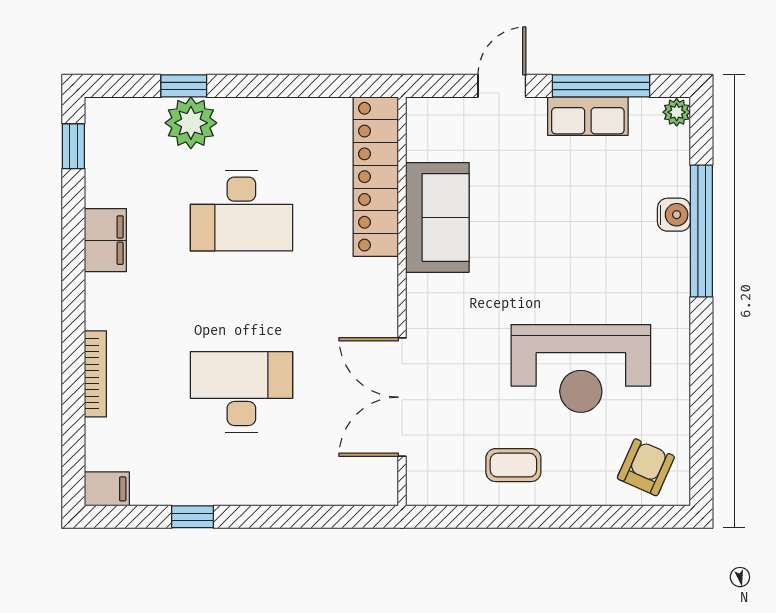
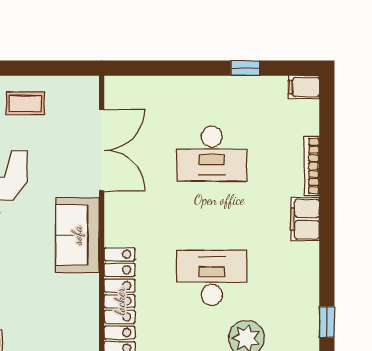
sofa: (437, 217) -> (77, 235), moved
filing cabinet: (105, 240) -> (305, 219), moved

